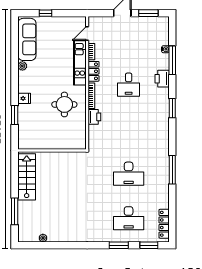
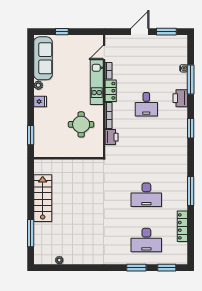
fridge: (24, 98) -> (40, 101), moved
wall: (52, 150) -> (68, 158), moved
locker: (164, 224) -> (182, 226), moved

